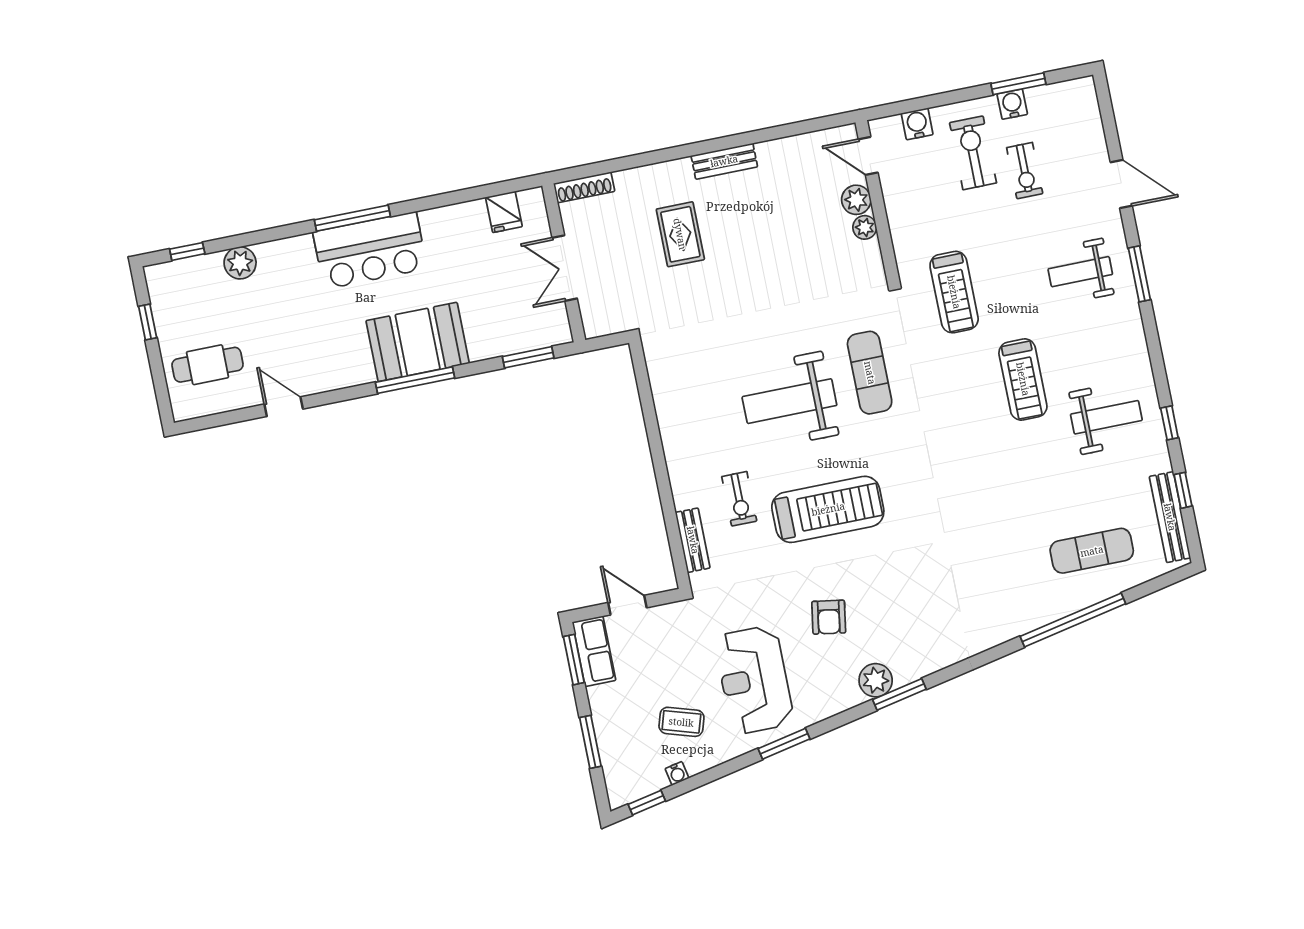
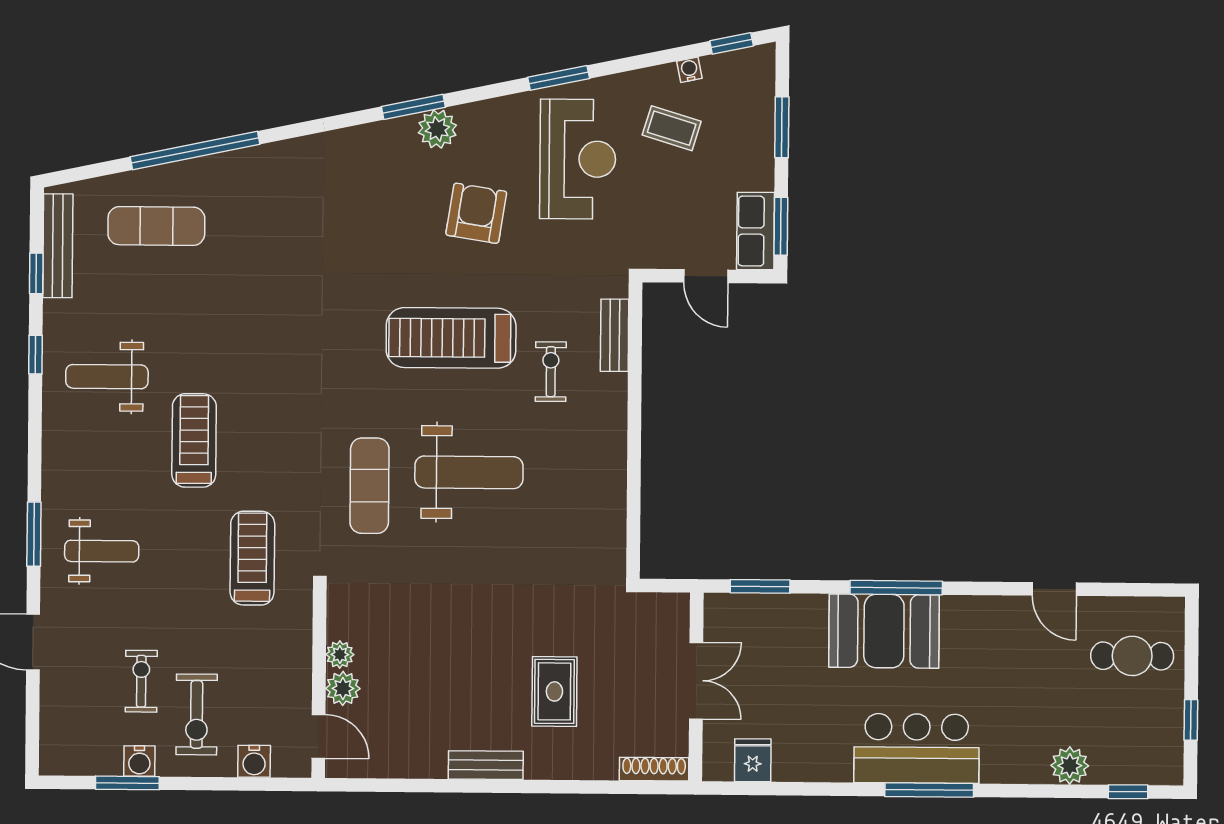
armchair: (829, 617) -> (476, 213), width x1.38, depth x1.38

